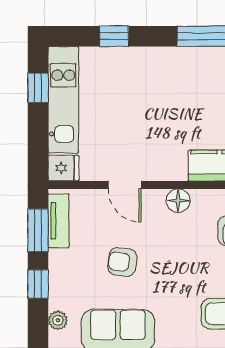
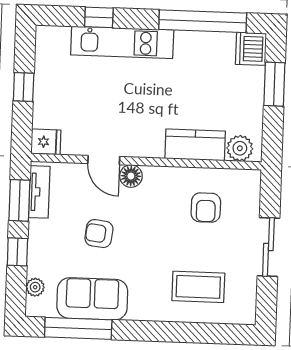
window: (38, 88) -> (24, 87), moved
kitchen unit: (63, 100) -> (122, 42), moved, turned 90
floor lamp: (178, 201) -> (131, 176), moved

